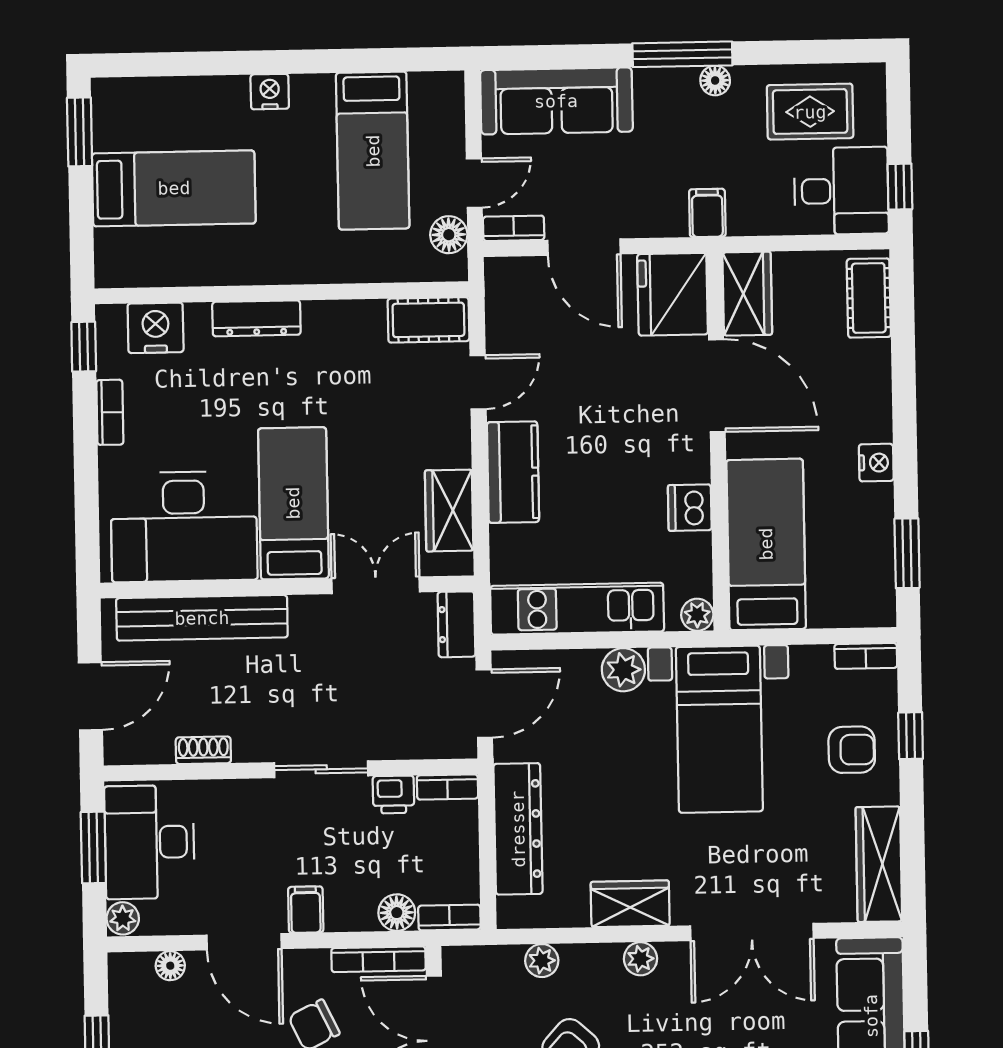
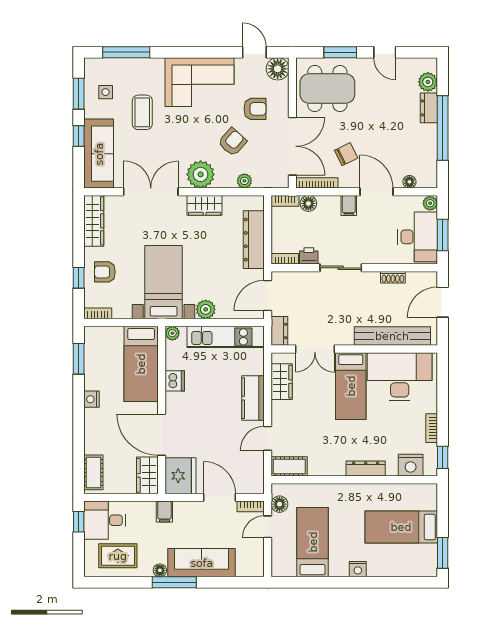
sofa: (556, 101) -> (202, 563), moved
plant: (640, 959) -> (201, 174), width x1.88, depth x1.88

